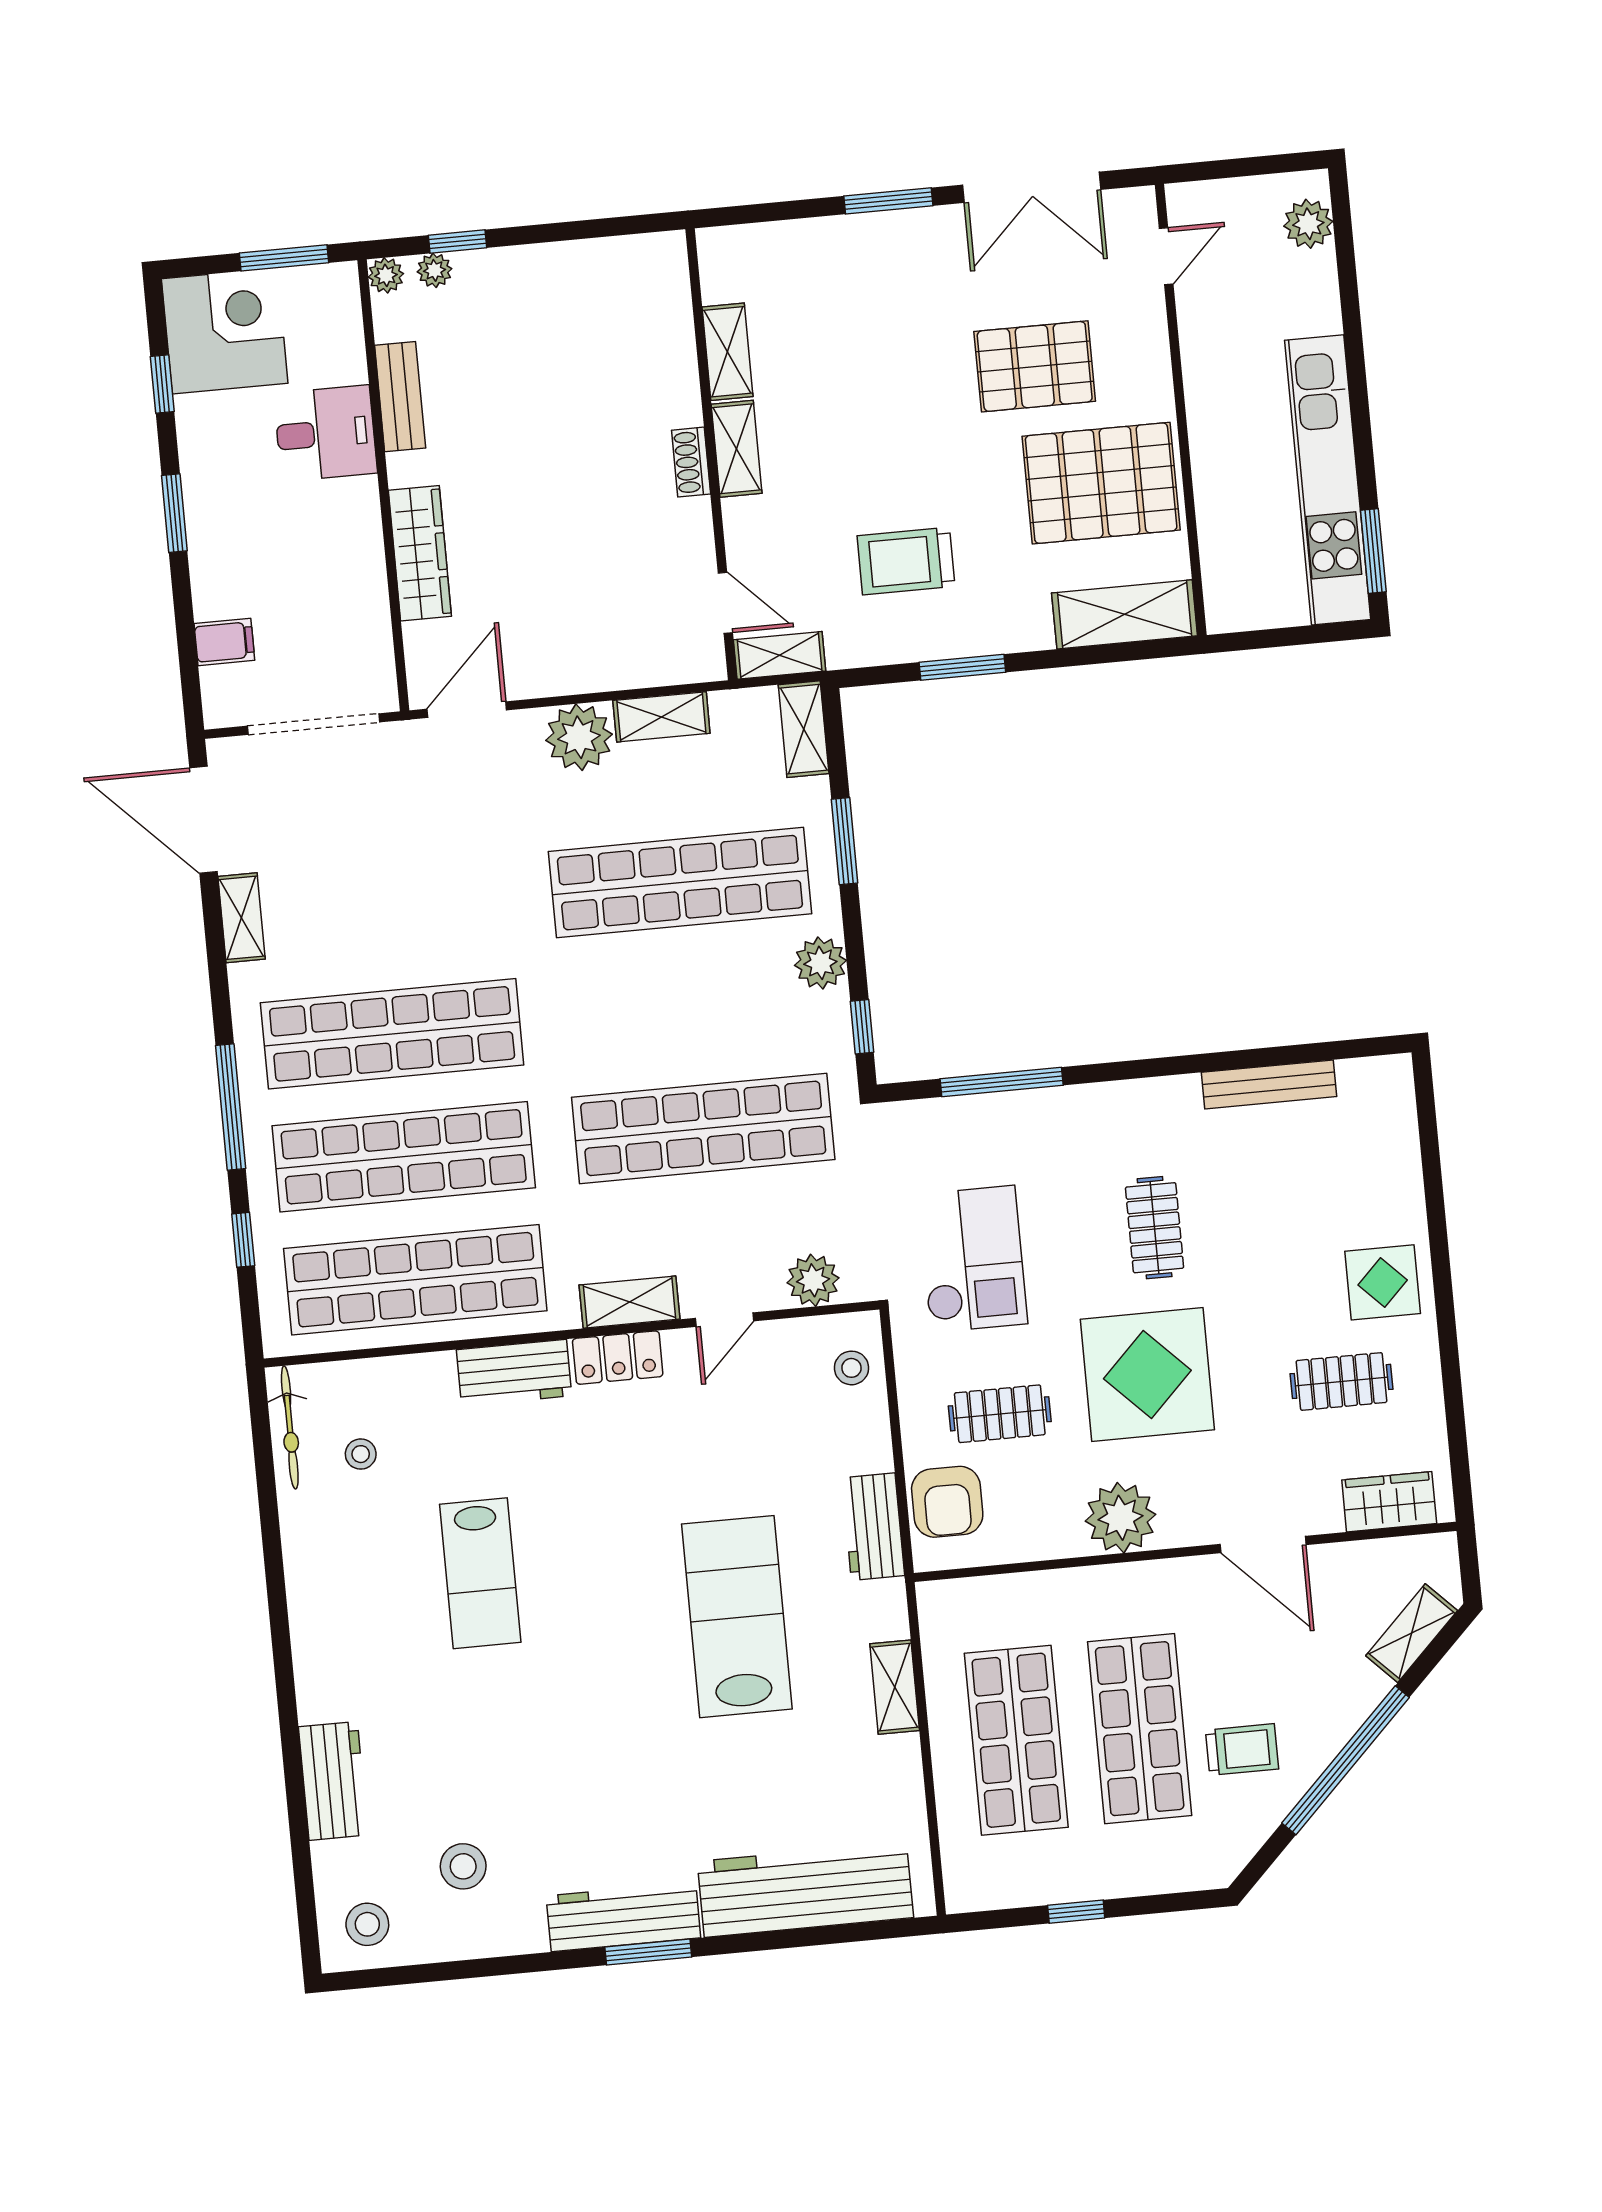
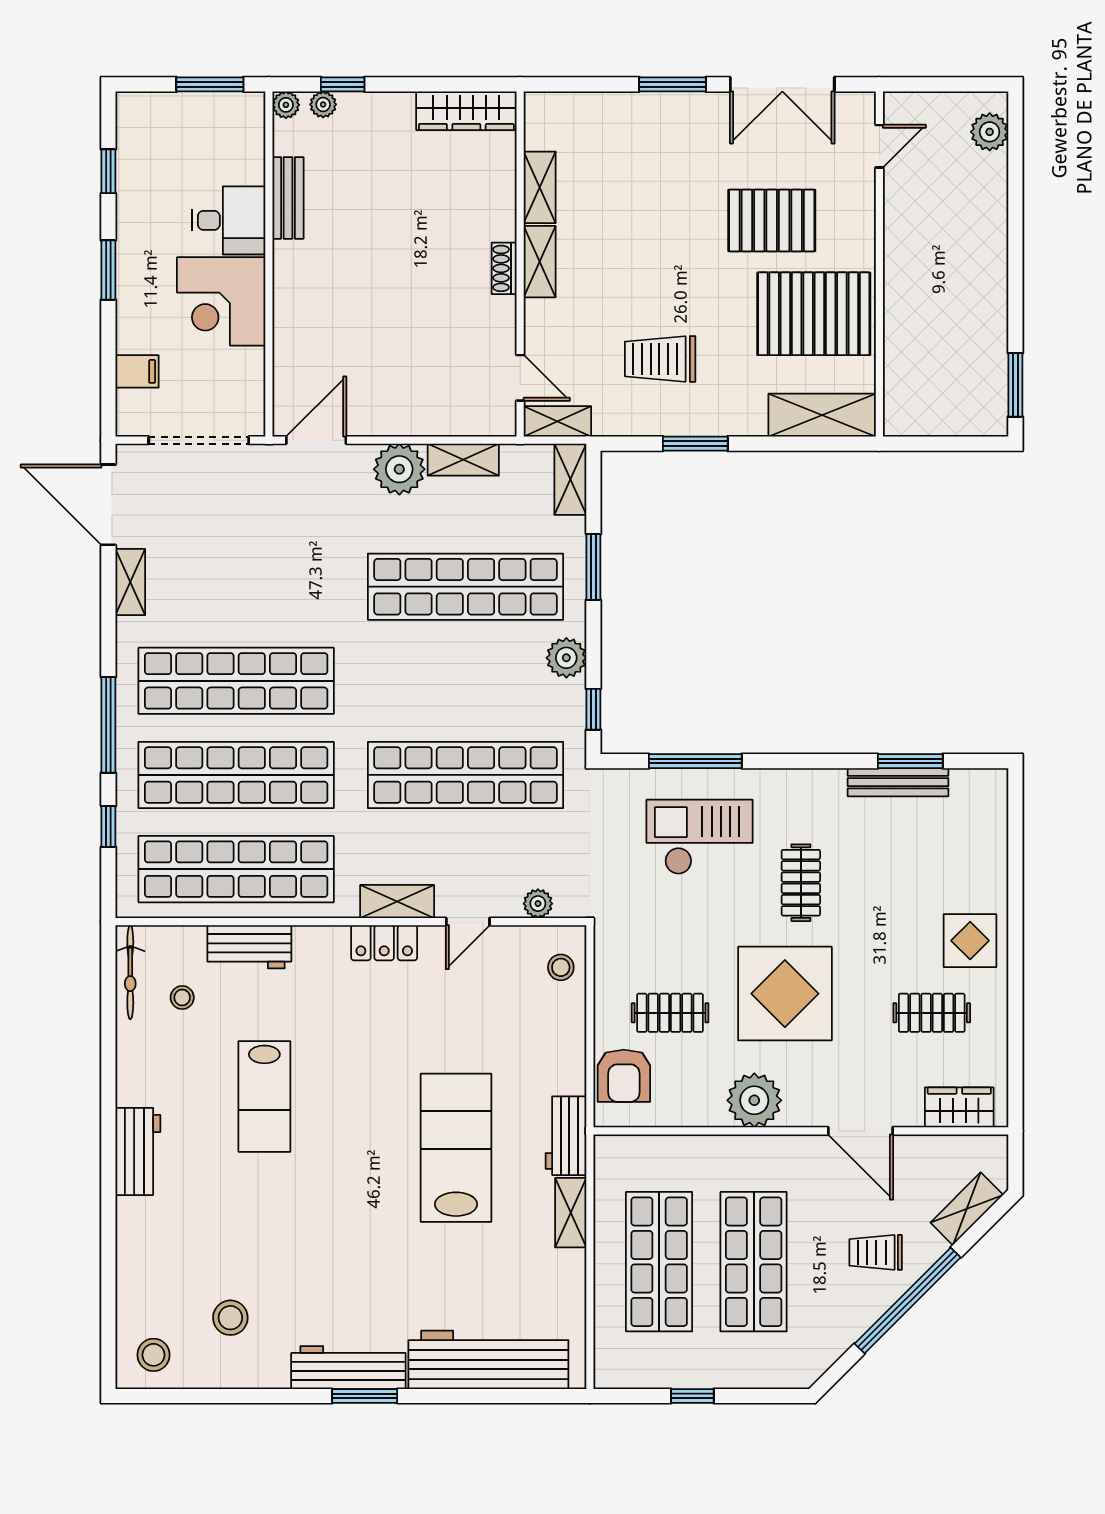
corner desk: (225, 331) -> (221, 301), moved, turned 180
kitchen unit: (1328, 480) -> (986, 328), removed
wardrobe: (420, 553) -> (466, 111), moved, turned 90
window: (1283, 1055) -> (910, 761), added
checkout: (972, 1259) -> (700, 837), moved, turned -90
plant: (813, 1280) -> (538, 904), width x0.73, depth x0.73
workbench: (514, 1373) -> (249, 947), moved
workbench: (873, 1527) -> (566, 1136), moved
trolley: (1242, 1750) -> (876, 1252), moved, turned 180
workbench: (333, 1781) -> (138, 1151), moved

